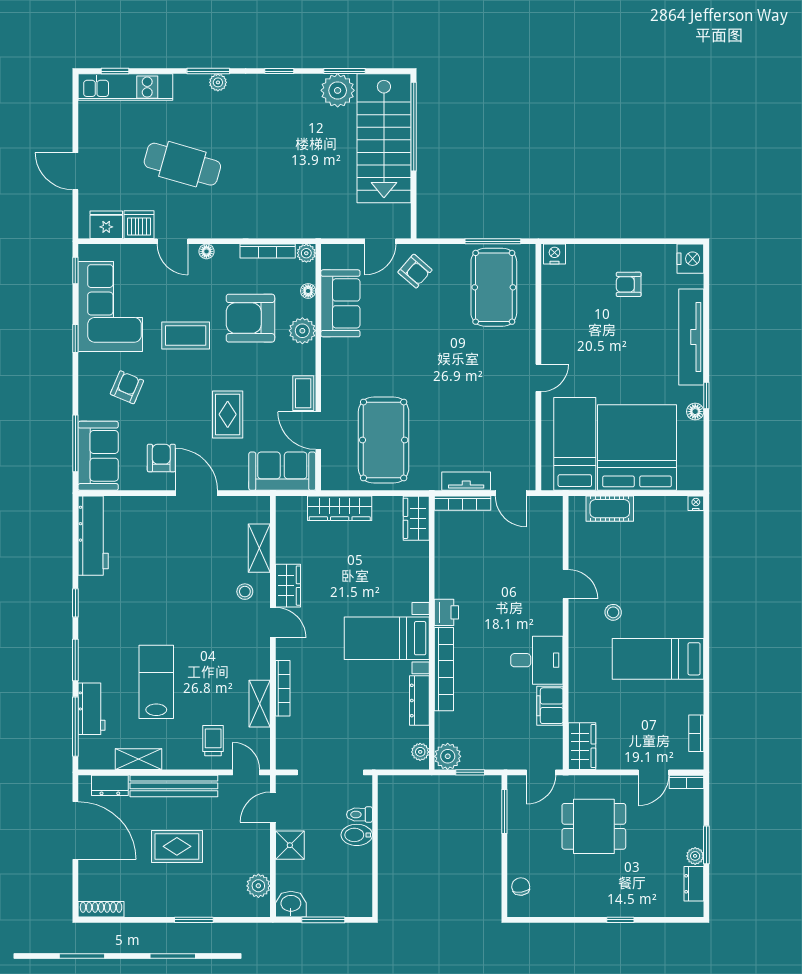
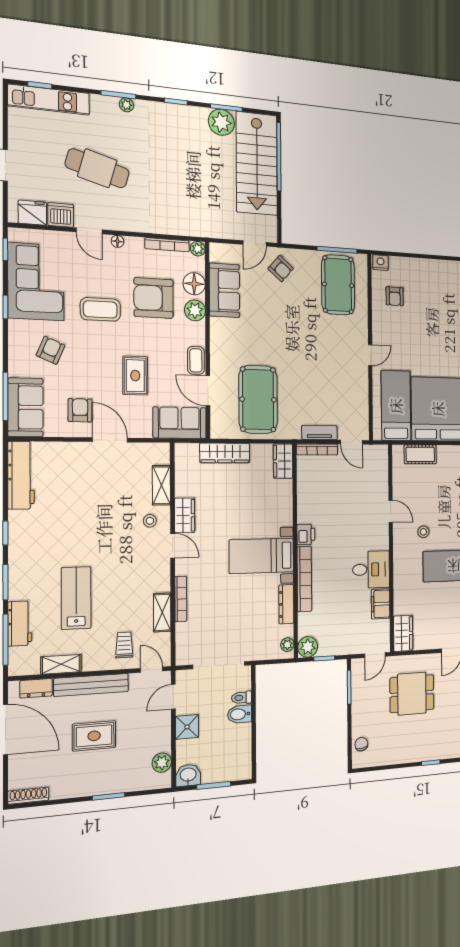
armchair: (629, 284) -> (395, 296), moved, turned -90
floor lamp: (308, 291) -> (194, 284), width x1.89, depth x1.89

